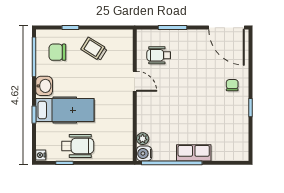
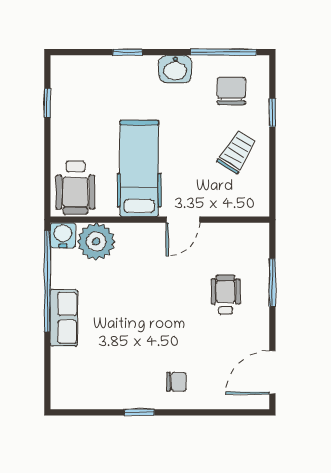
door: (227, 28) -> (272, 372), width x0.73
wheelchair: (159, 55) -> (226, 295), moved
hospital bed: (65, 110) -> (139, 168), moved, turned 180
plant: (143, 139) -> (96, 241), width x1.87, depth x1.87
wheelchair: (78, 146) -> (75, 188), moved
nightstand: (41, 155) -> (60, 63), removed

